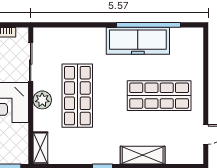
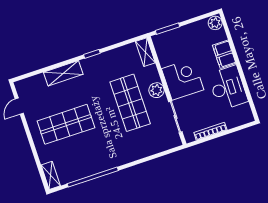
freezer: (138, 41) -> (97, 162), removed
shelving: (196, 43) -> (51, 175), added

